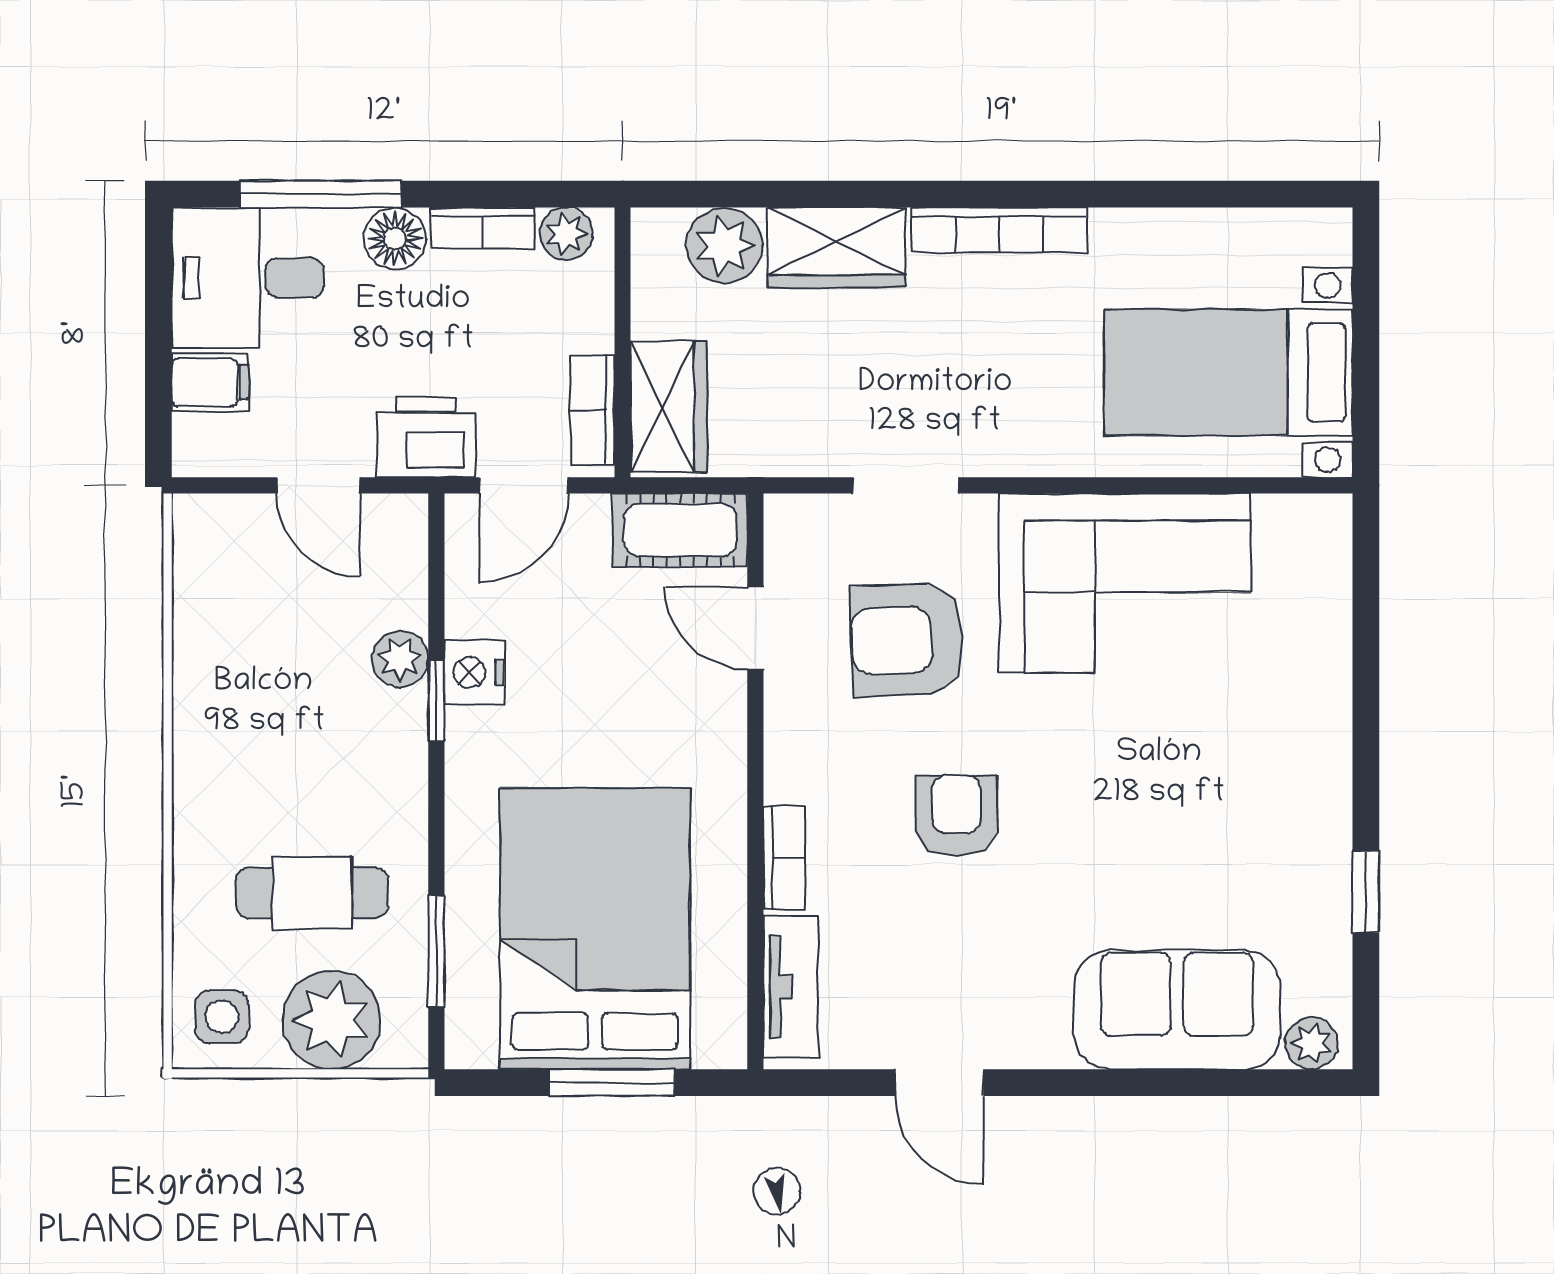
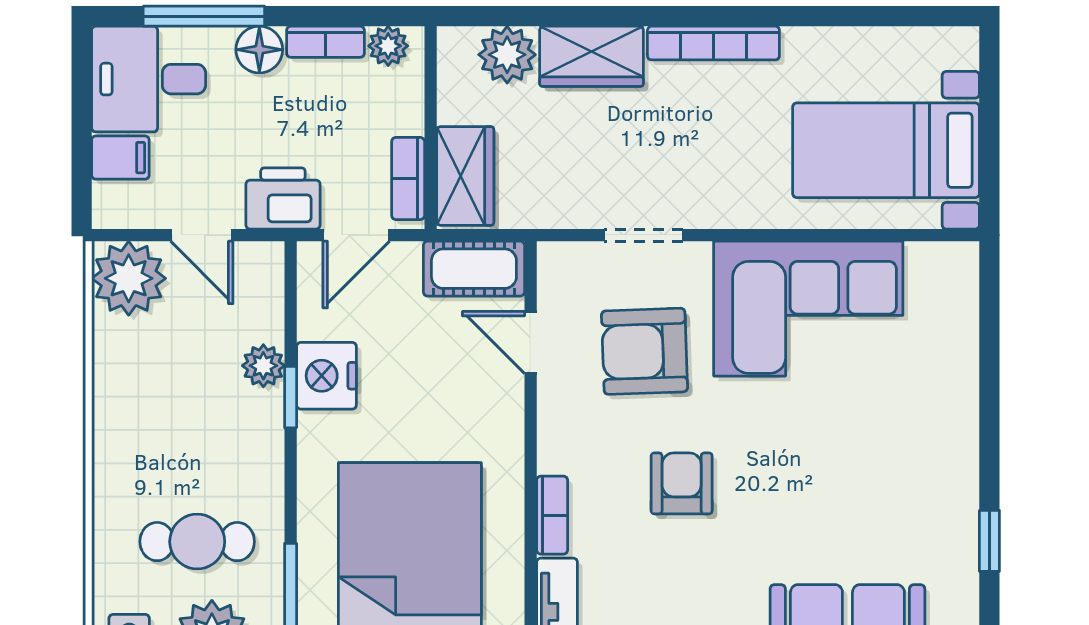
plant: (221, 543) -> (129, 278), added
nightstand: (474, 672) -> (326, 376), width x1.36, depth x1.33

